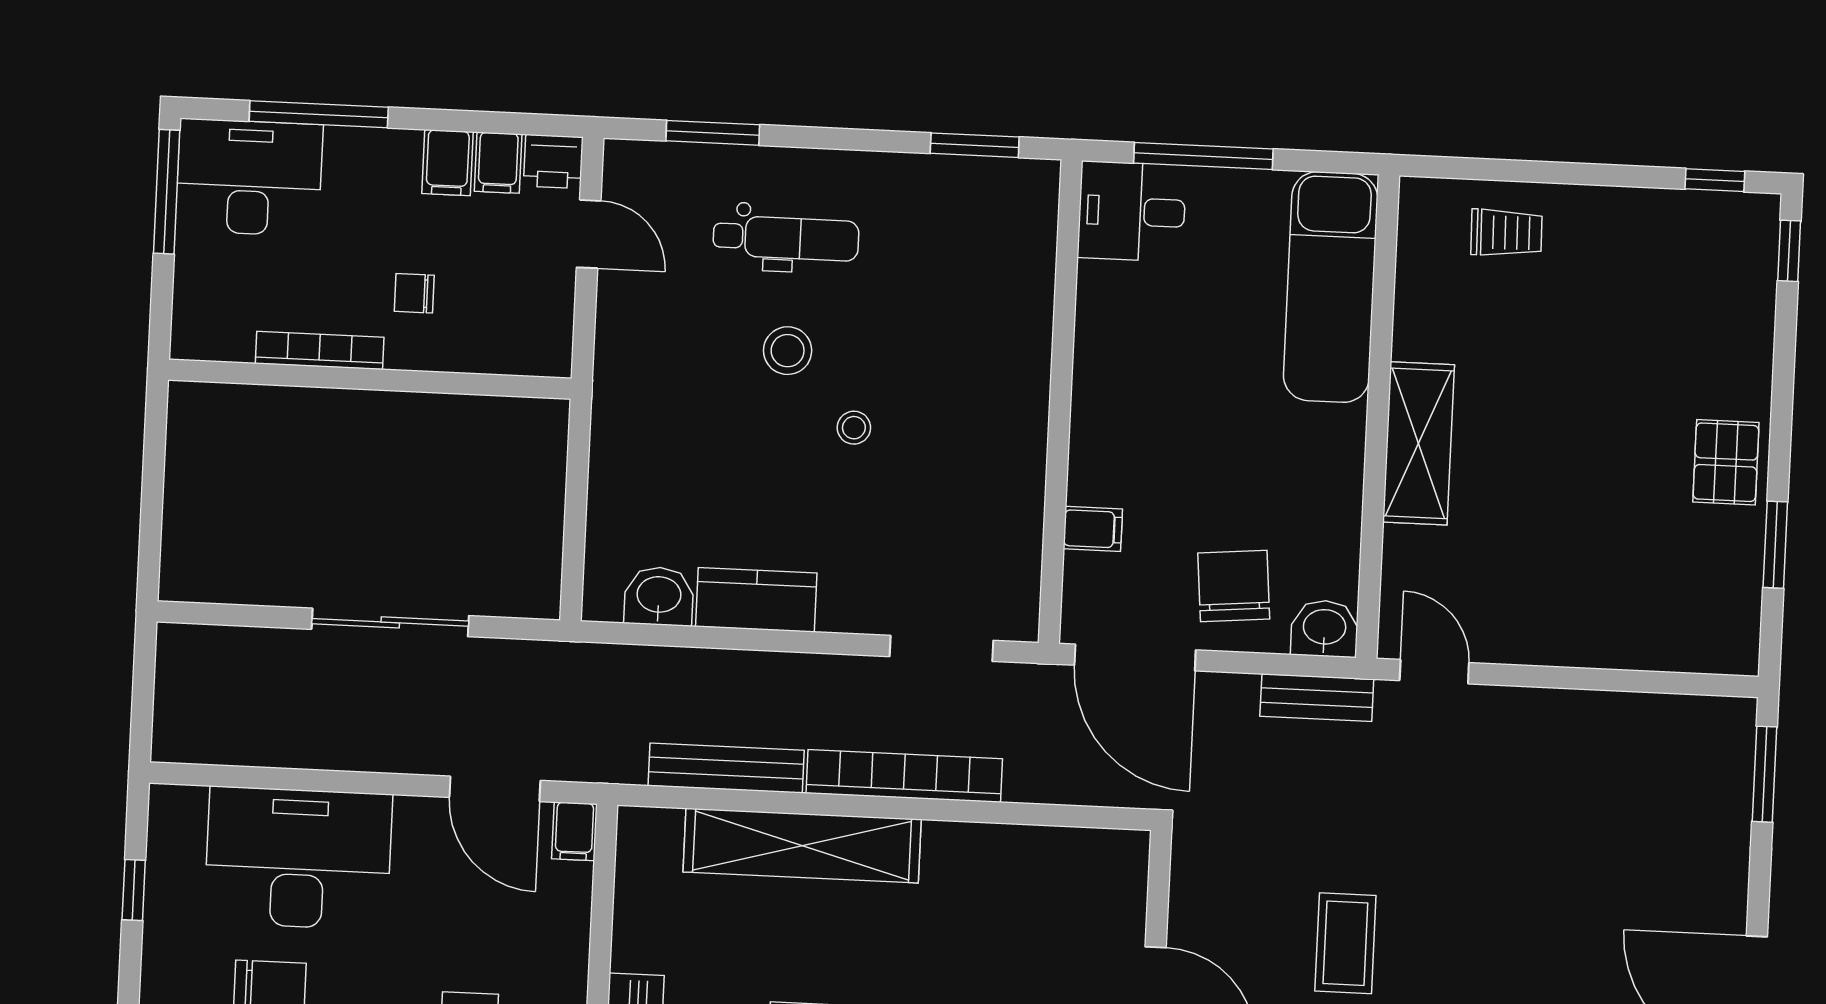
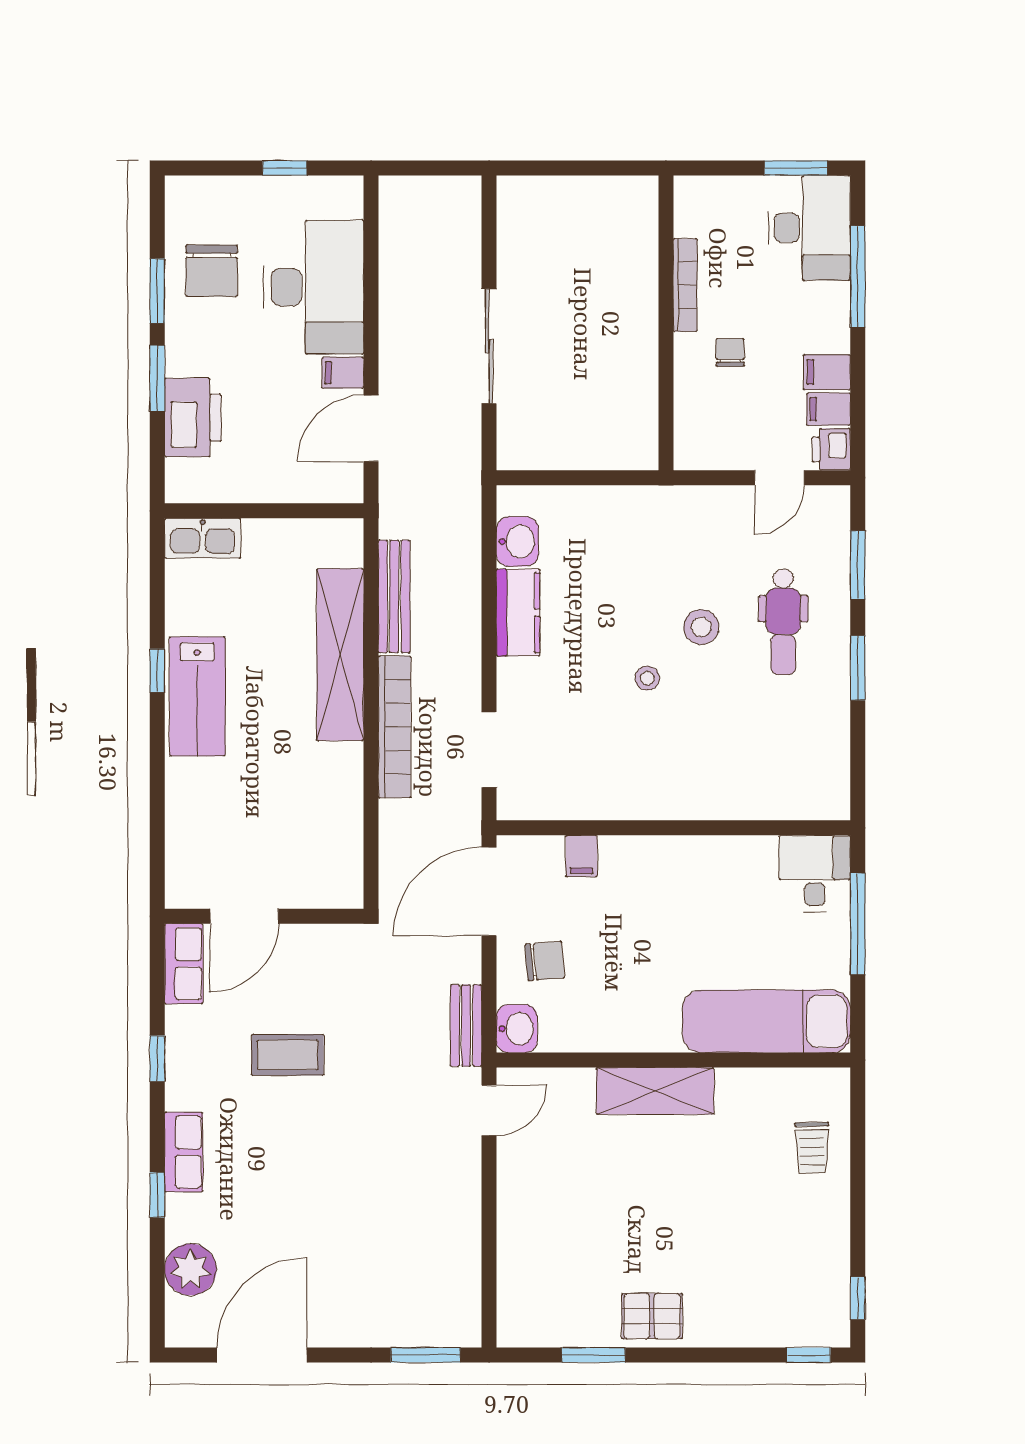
window: (975, 145) -> (858, 668), moved
window: (167, 192) -> (796, 168), width x0.69
chair: (1234, 586) -> (545, 961), width x0.73, depth x0.73
filing cabinet: (574, 831) -> (343, 373), moved

